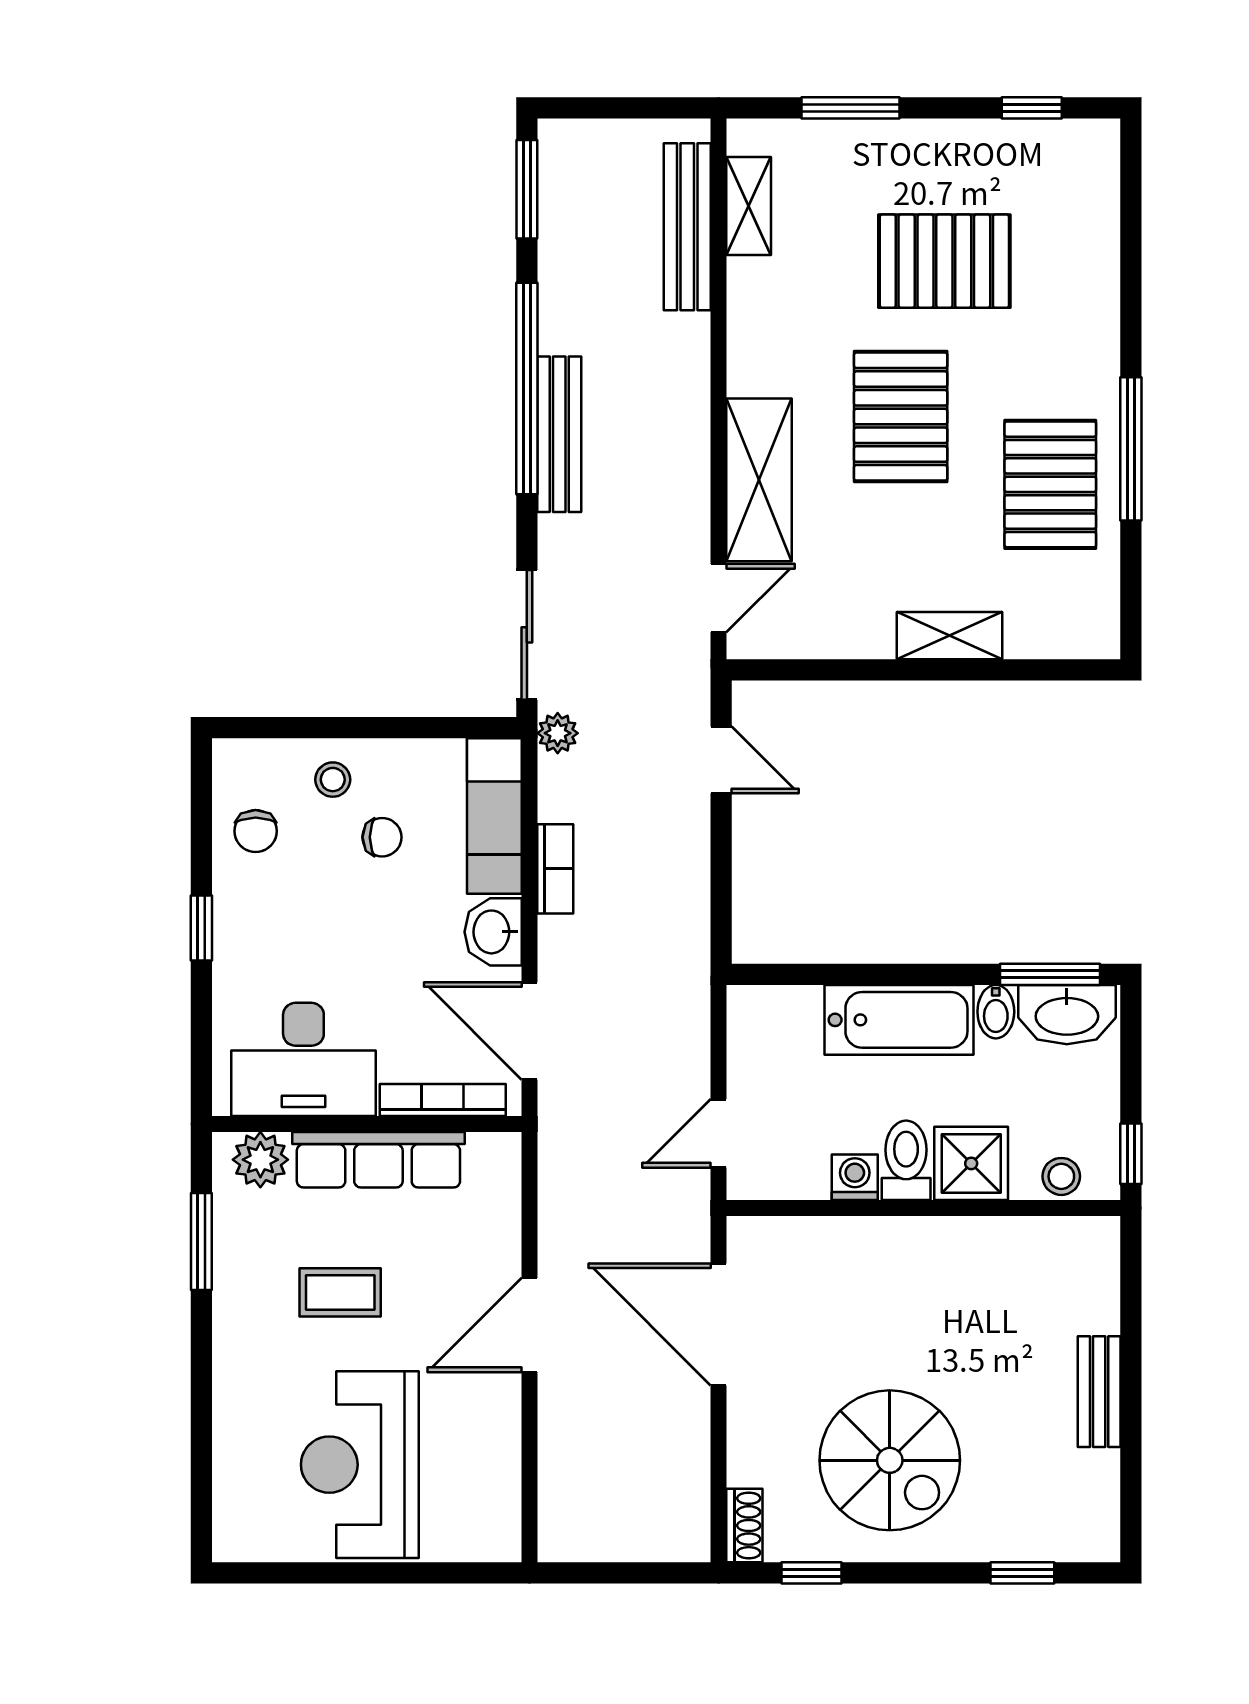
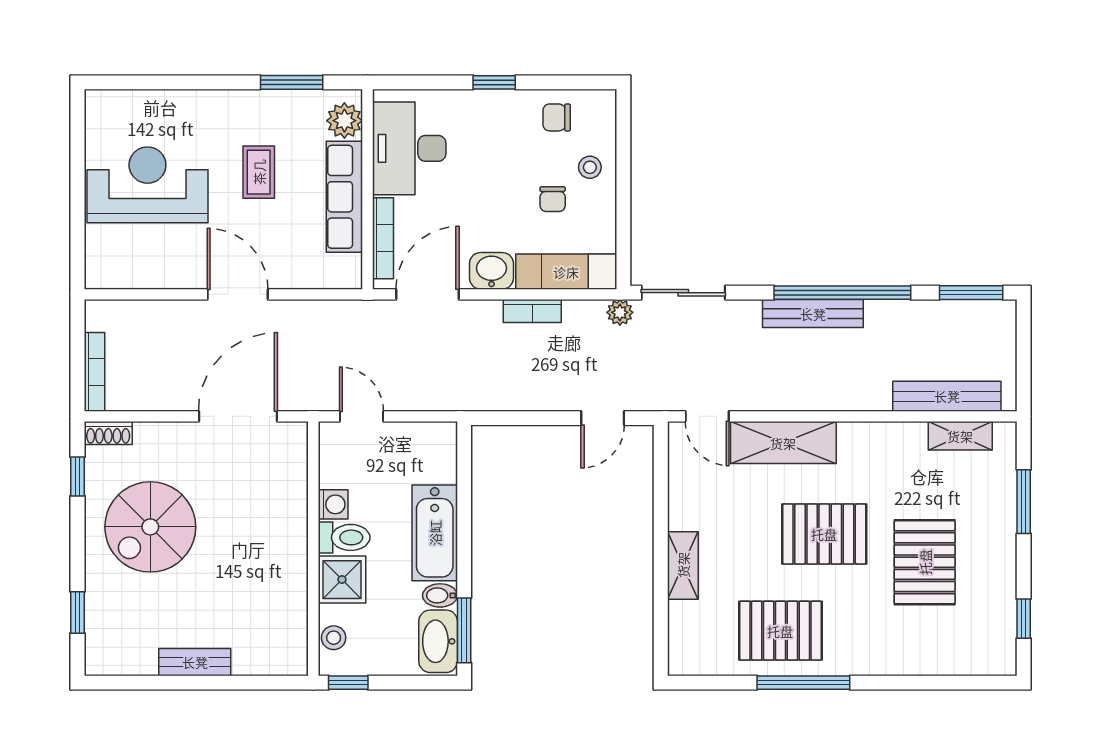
bookcase: (650, 1547) -> (94, 372), added

